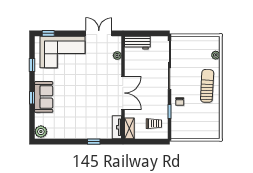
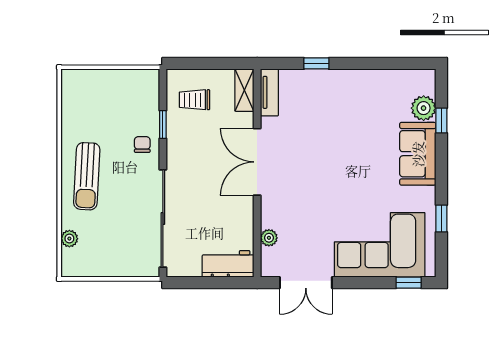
window: (32, 98) -> (441, 121), moved
plant: (41, 132) -> (424, 108), moved

